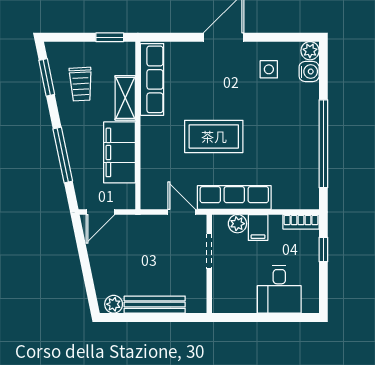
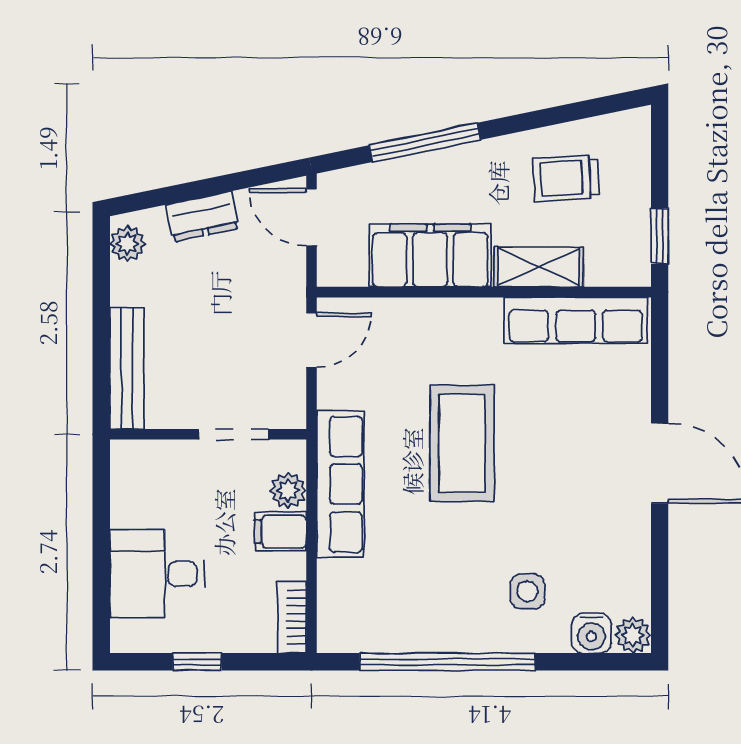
side table: (269, 69) -> (527, 591), moved
window: (47, 77) -> (580, 111), removed
door: (182, 212) -> (311, 340), moved
window: (323, 250) -> (197, 662), moved
dresser: (100, 267) -> (202, 217), added
bench: (155, 305) -> (127, 368), moved

